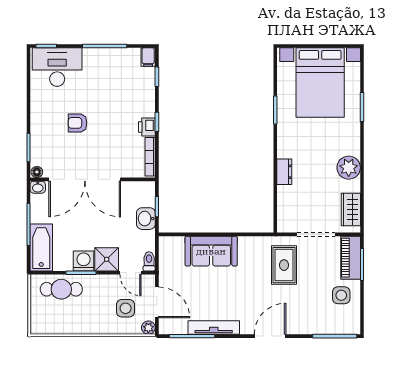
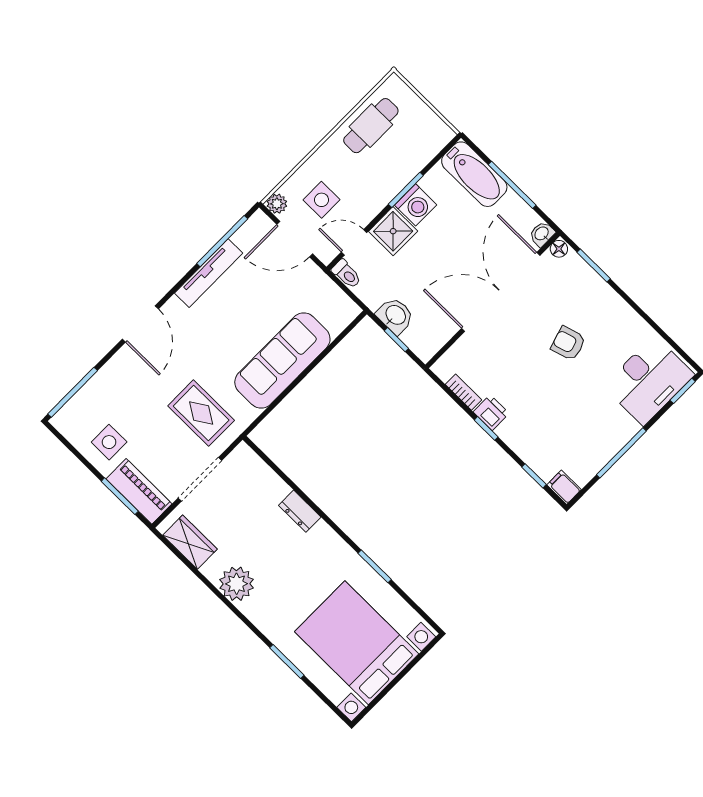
armchair: (78, 123) -> (568, 343), turned -107
bookcase: (150, 157) -> (463, 392), width x0.64
sofa: (211, 251) -> (282, 360), width x1.36
cafe table: (61, 289) -> (371, 126), moved

